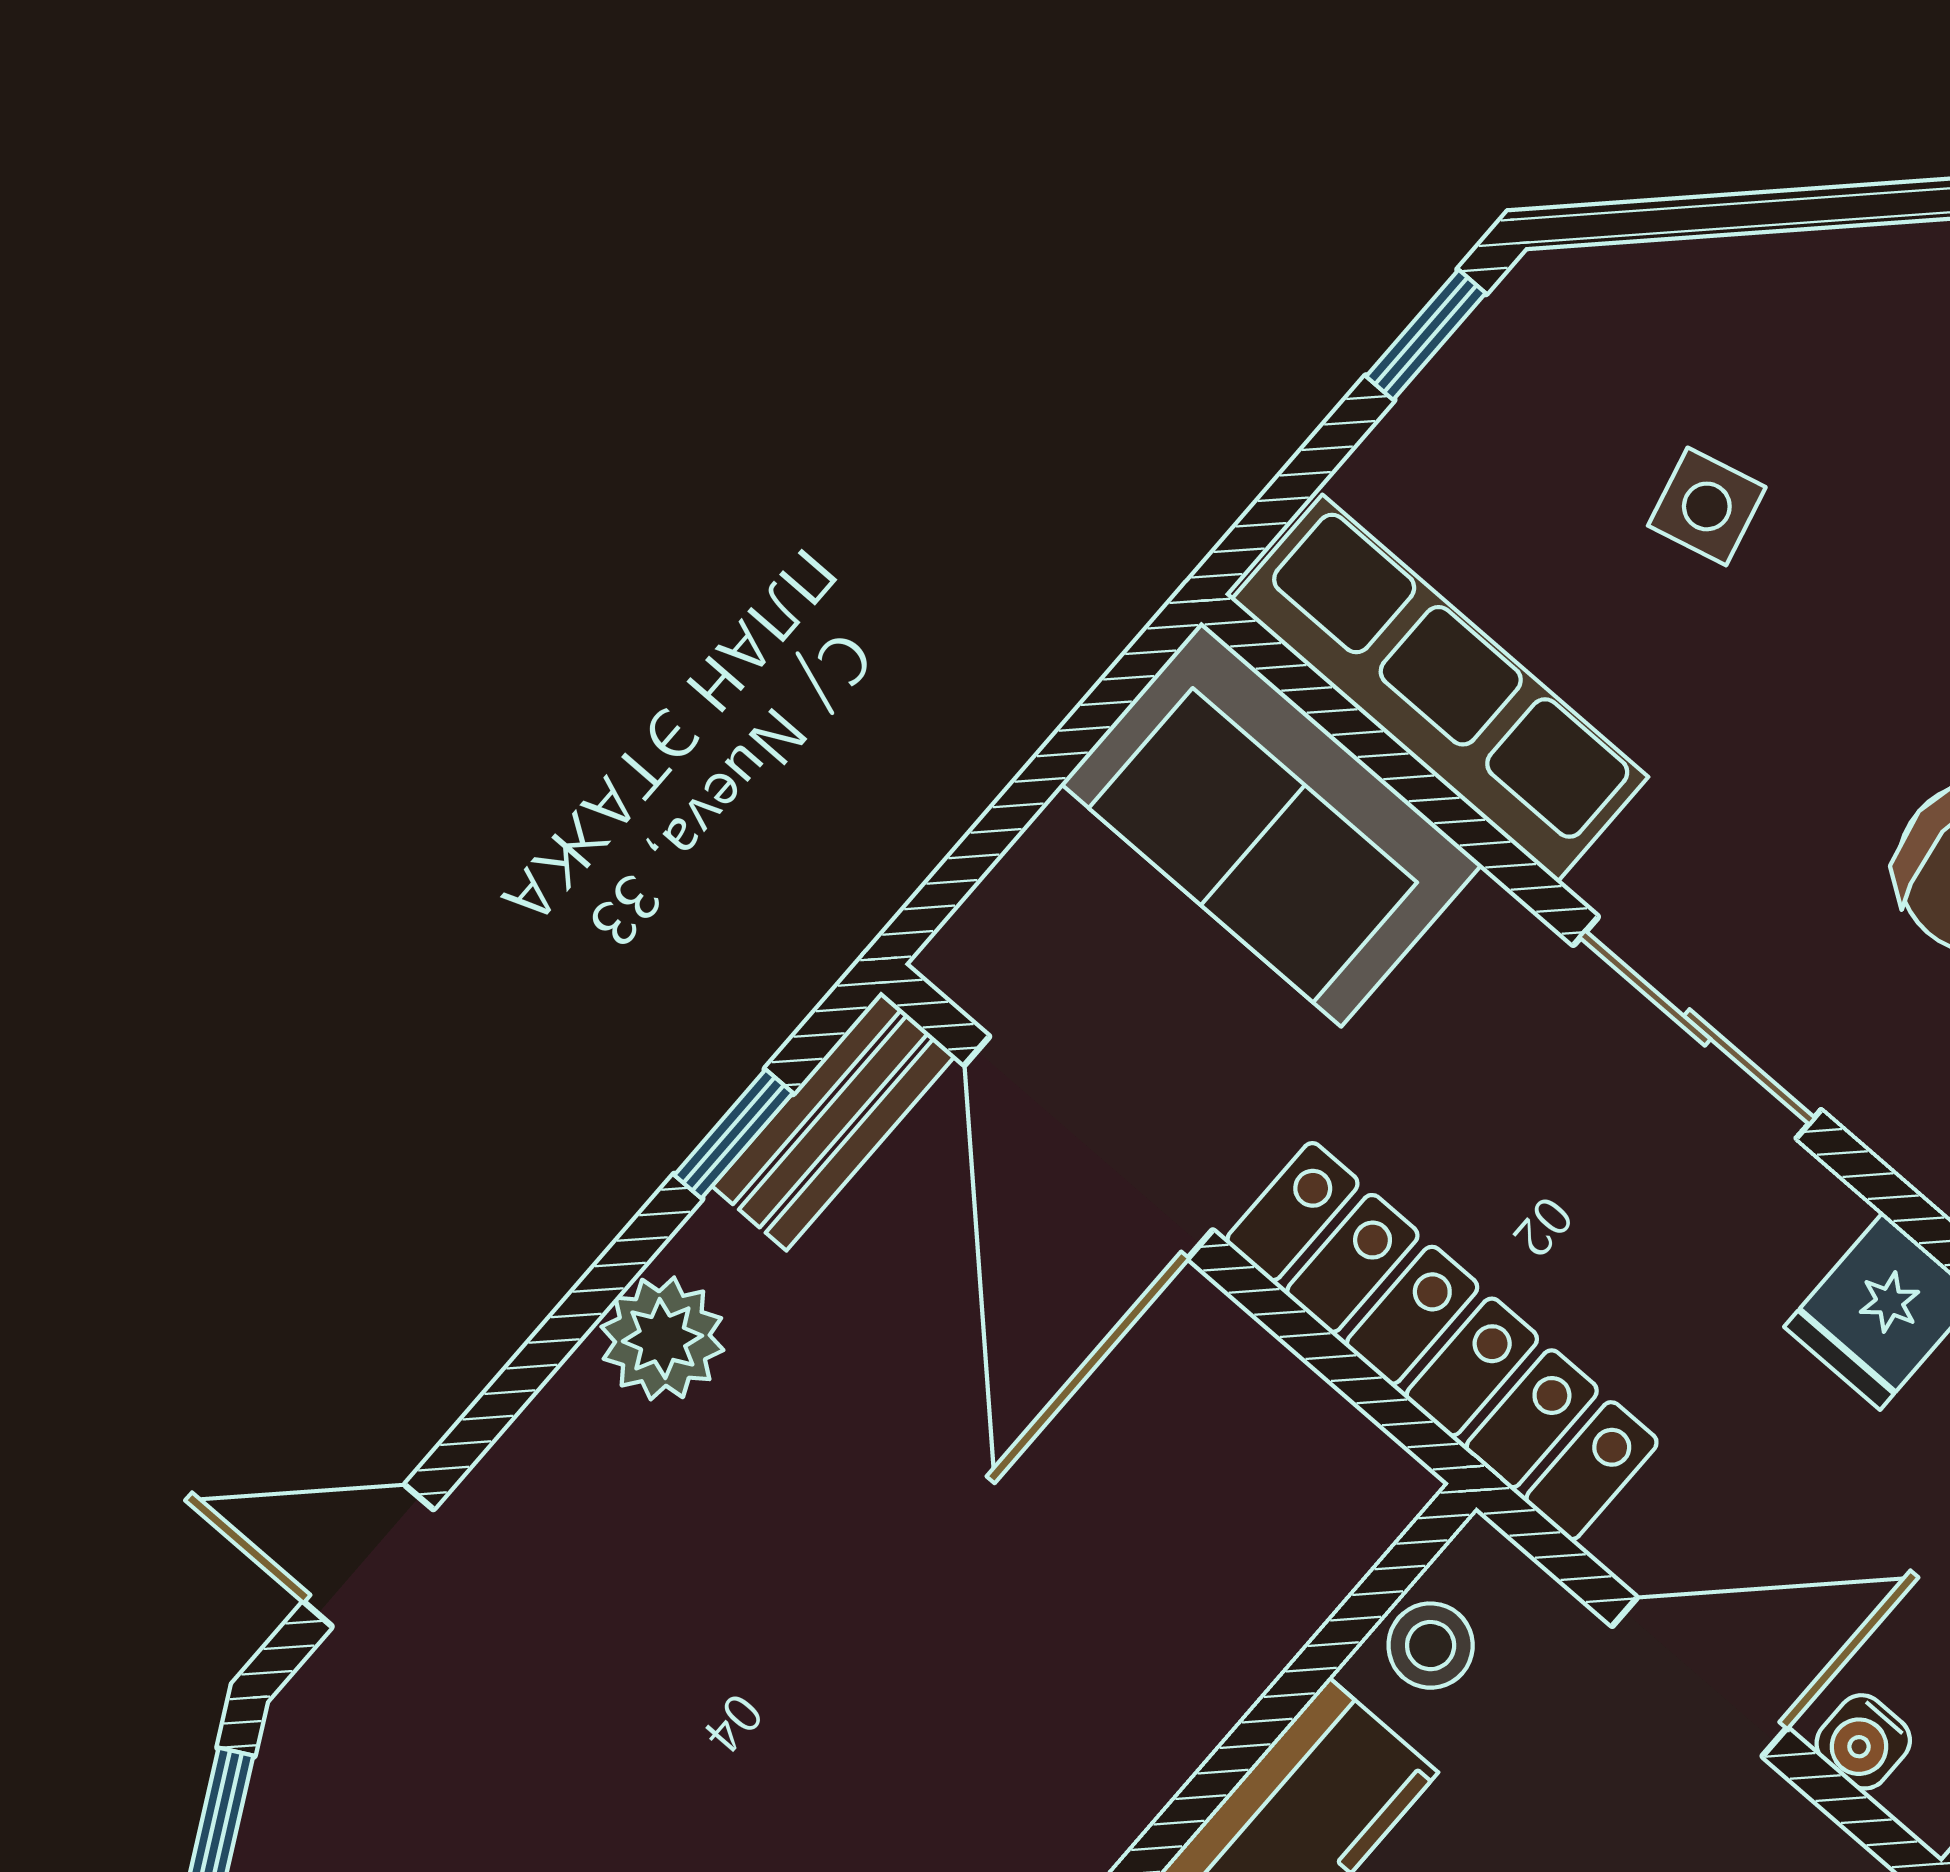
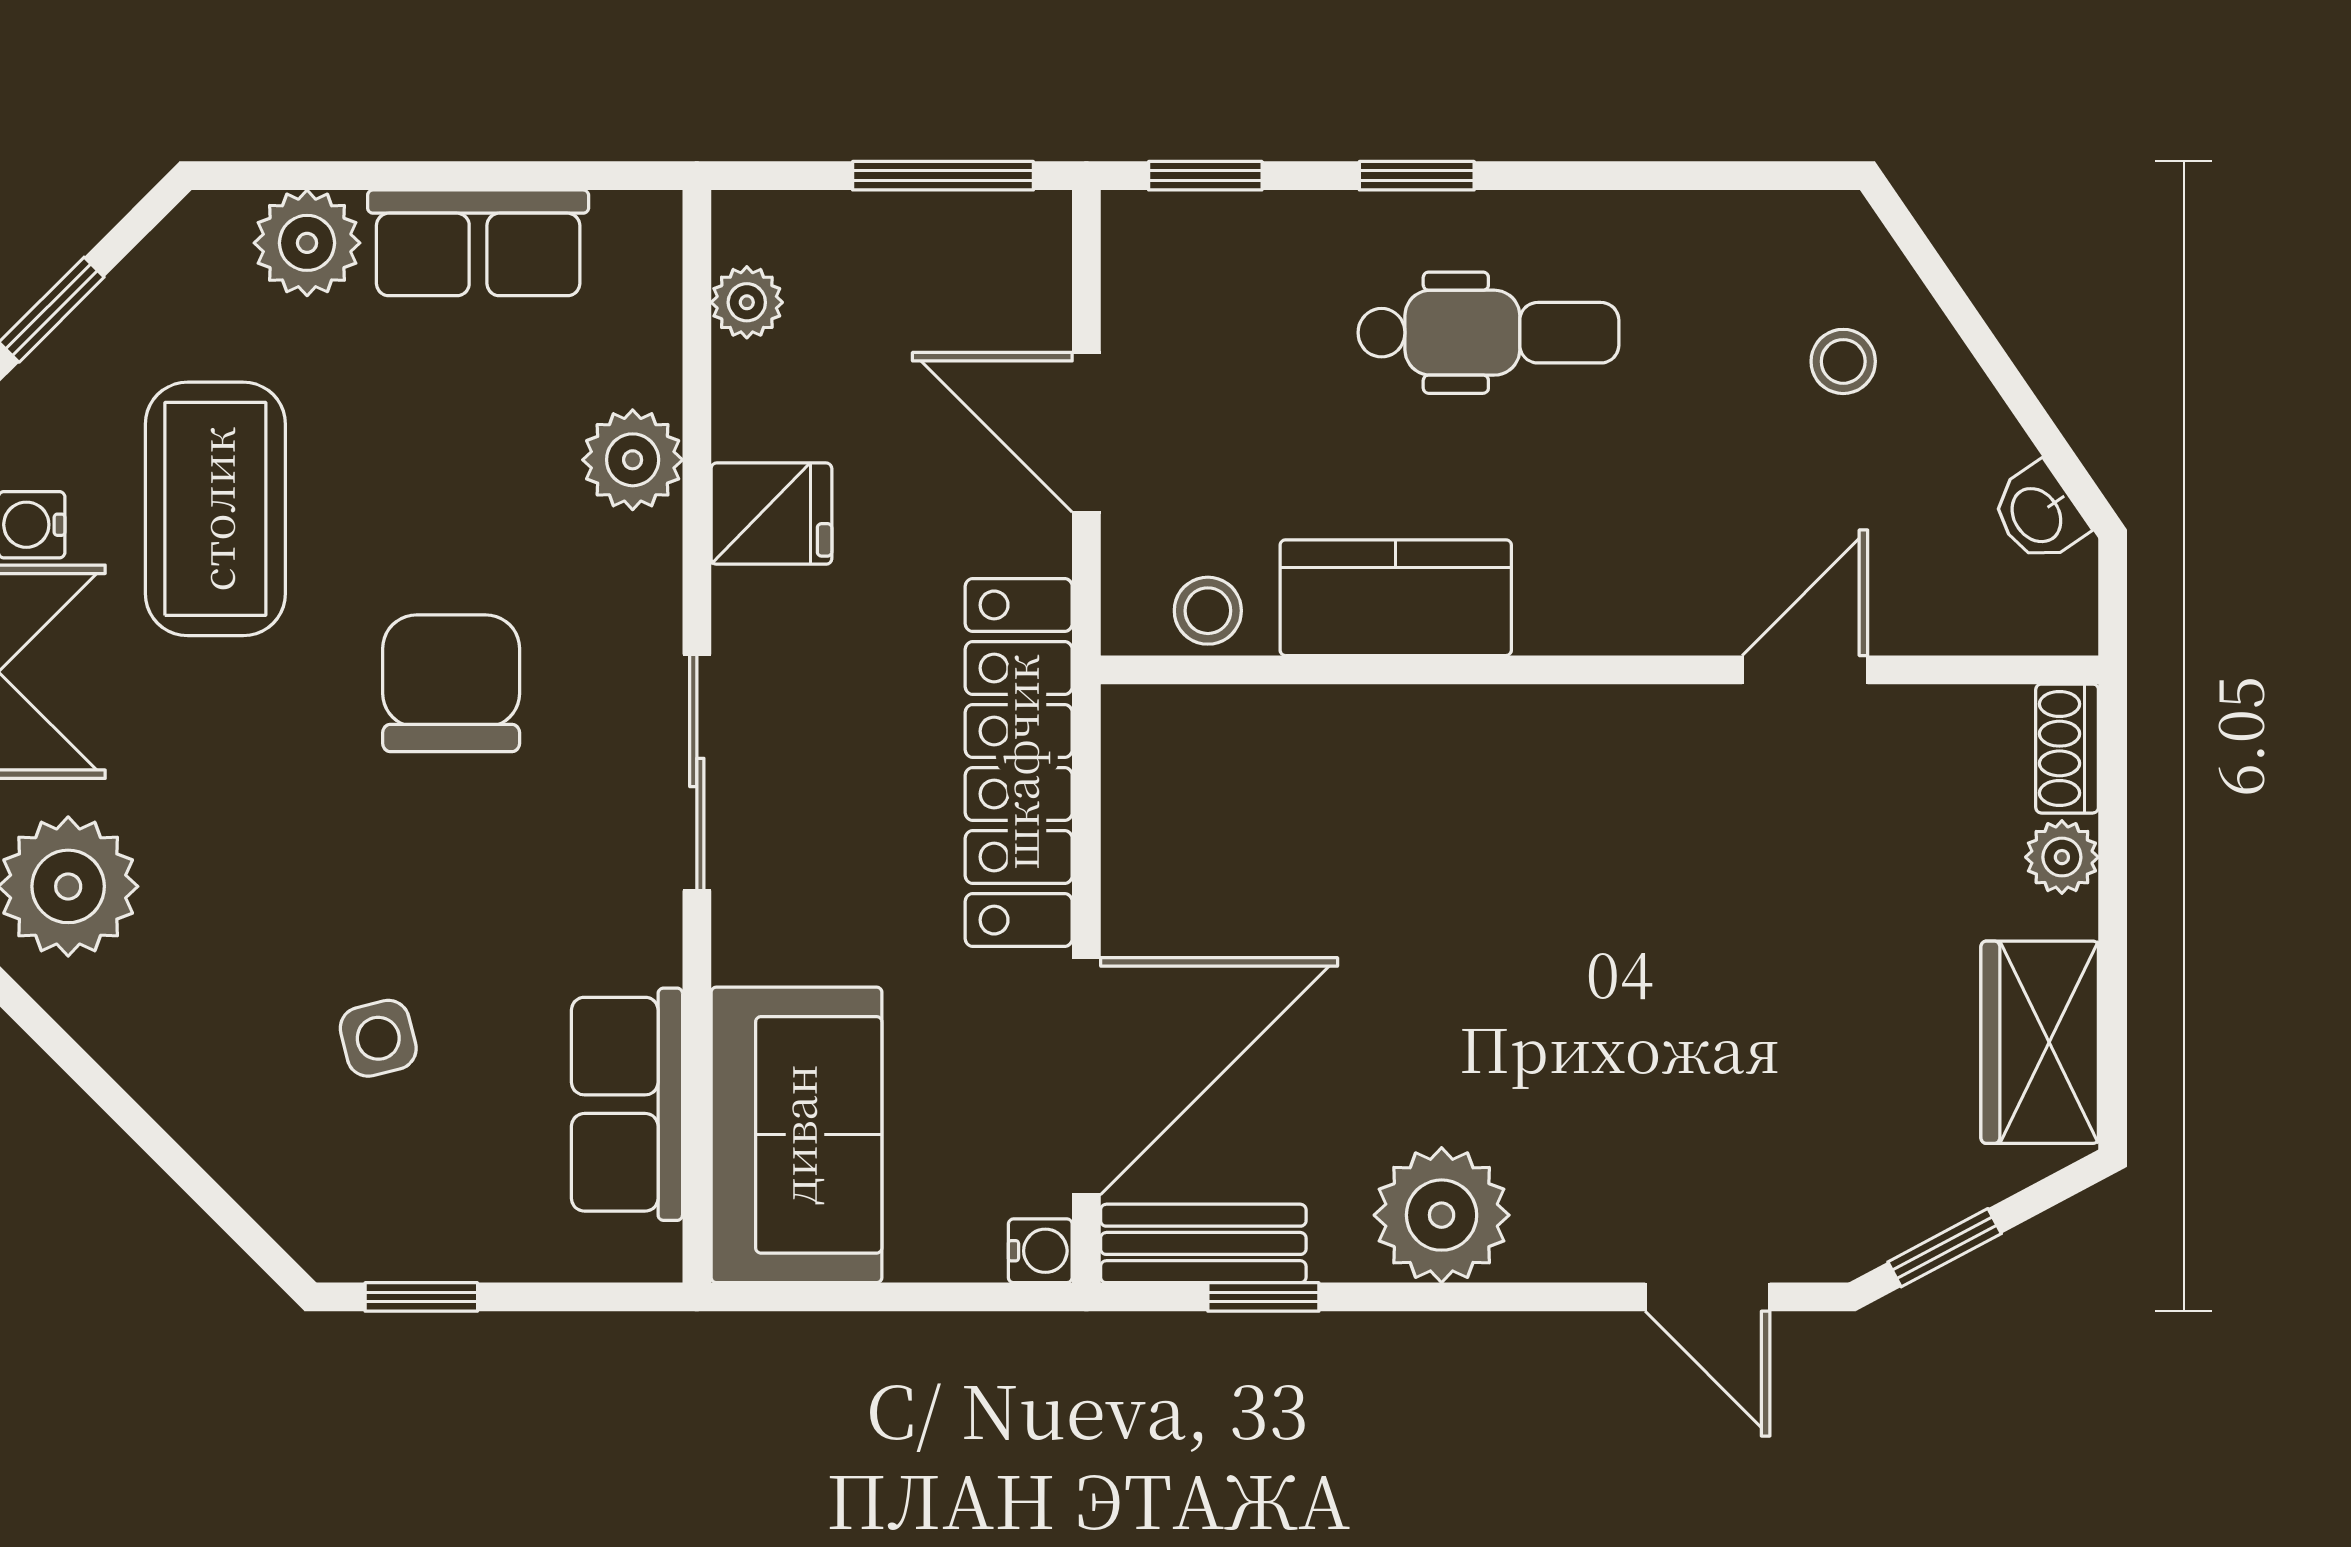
row of seats: (1440, 688) -> (627, 1104), width x0.68
plant: (662, 1338) -> (1442, 1215), width x1.36, depth x1.36
water cooler: (1863, 1742) -> (1040, 1251), moved

